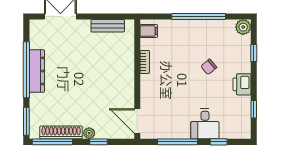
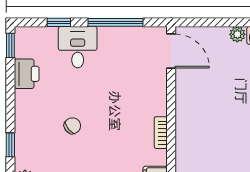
printer: (242, 84) -> (27, 74), moved
window: (254, 109) -> (10, 45), moved
window: (98, 142) -> (224, 22), removed

